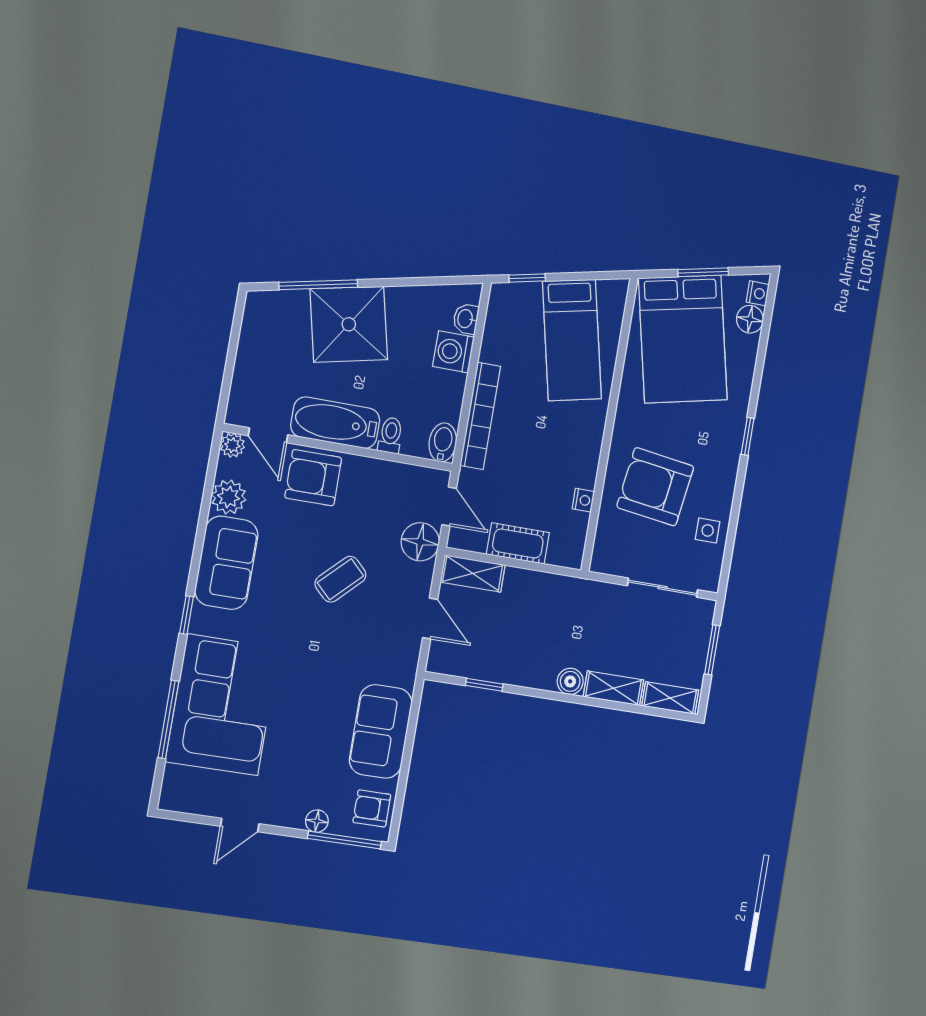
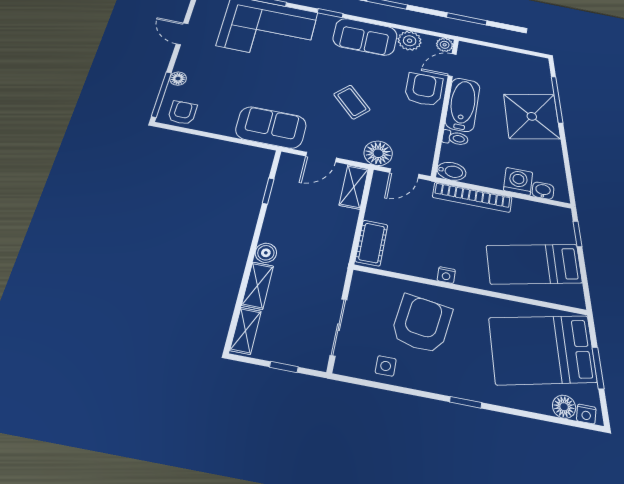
nightstand: (583, 500) -> (446, 275), moved
cot: (518, 543) -> (372, 243), moved
window: (712, 650) -> (284, 367), width x0.67
sofa: (381, 731) -> (271, 127), moved

